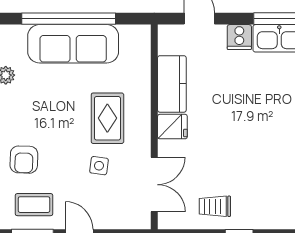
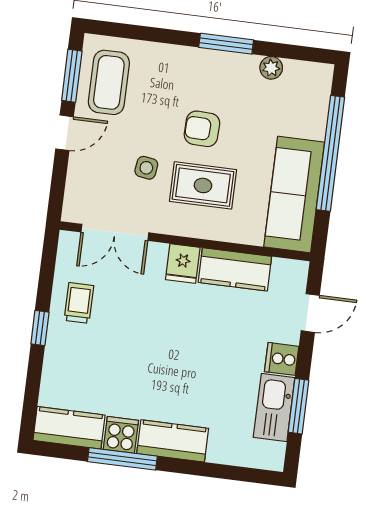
sofa: (73, 44) -> (294, 195), moved
armchair: (24, 160) -> (202, 129), moved
coffee table: (34, 205) -> (109, 82), width x1.36, depth x1.30

